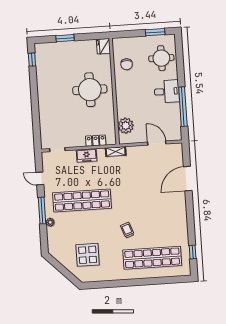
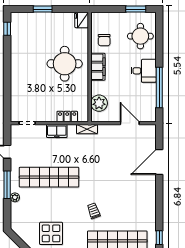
filing cabinet: (122, 90) -> (98, 67), added

